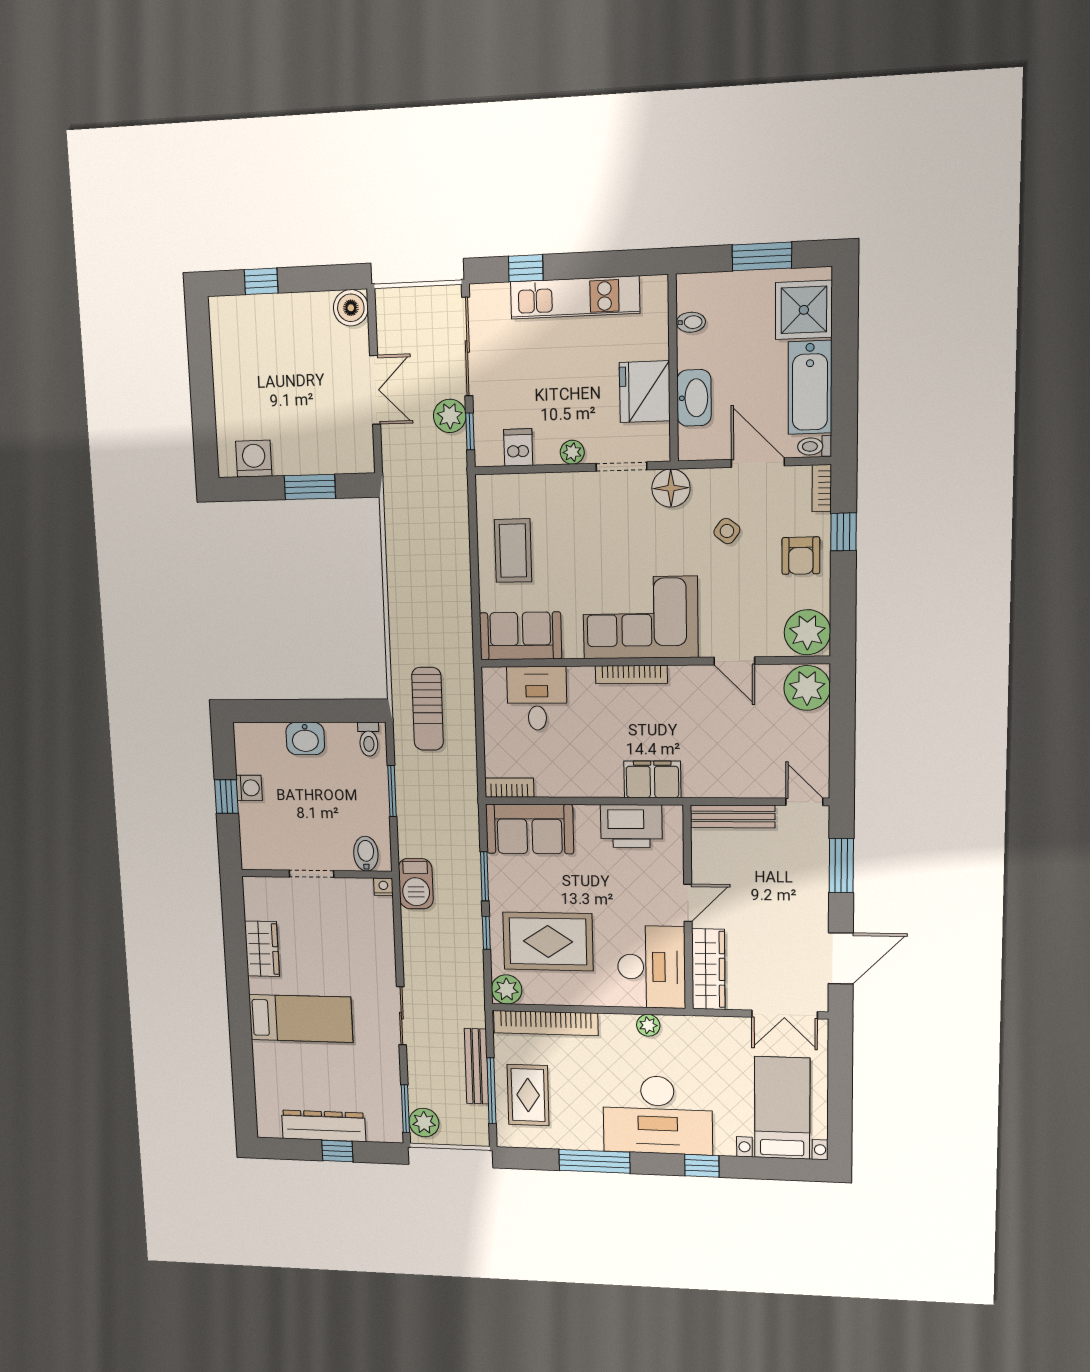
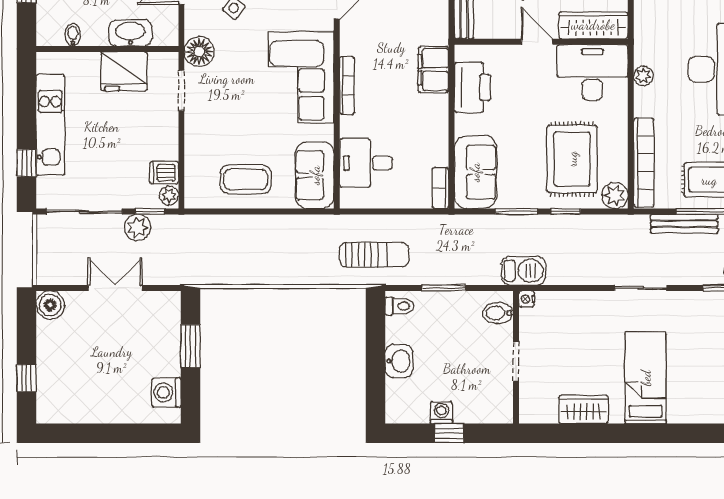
plant: (572, 452) -> (169, 195), moved

